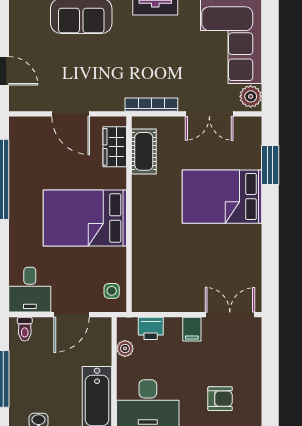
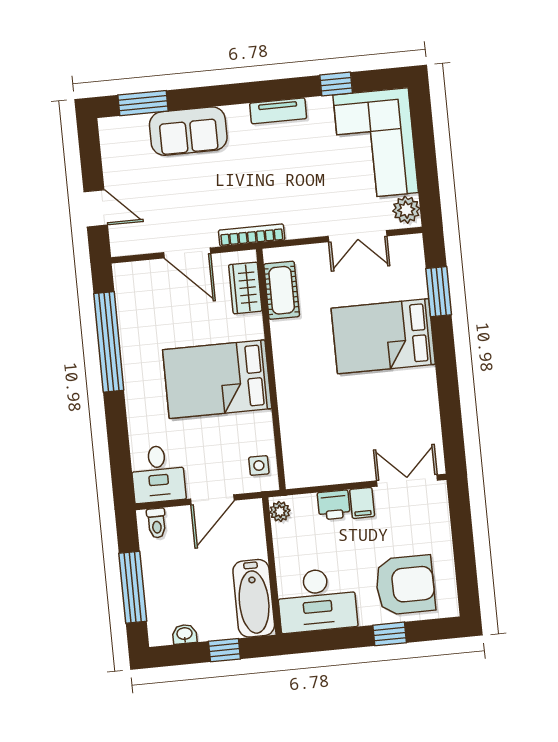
bookcase: (151, 105) -> (252, 235), moved
printer: (151, 328) -> (334, 505), moved
plant: (125, 349) -> (280, 511), moved
armchair: (220, 399) -> (405, 585), width x1.88, depth x1.88

